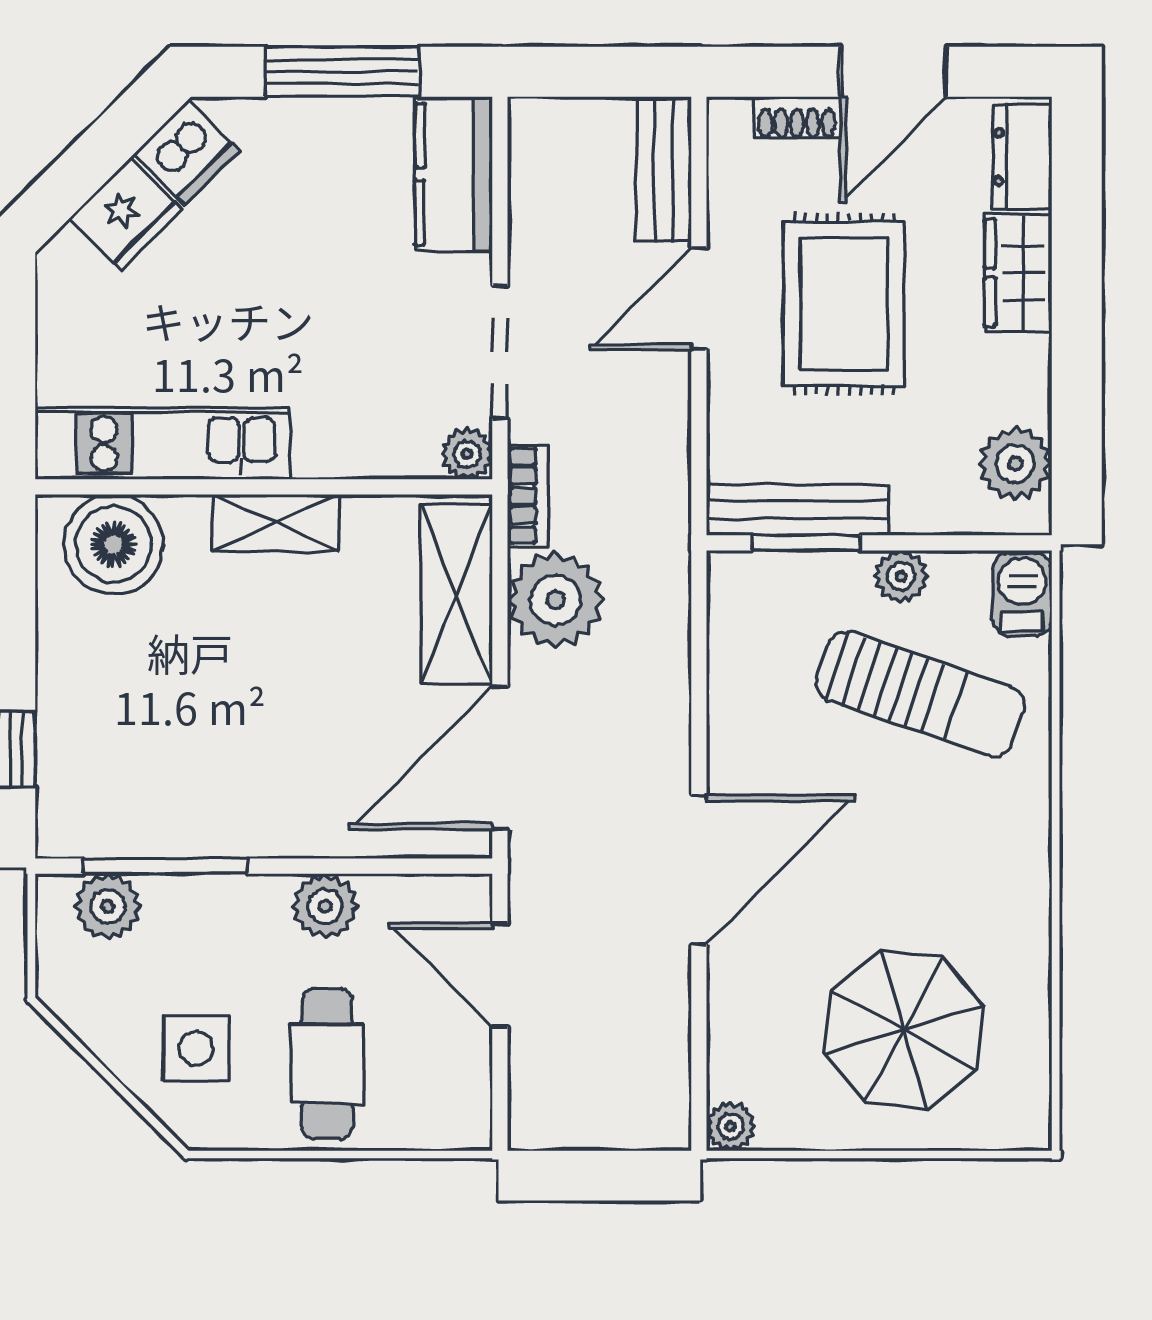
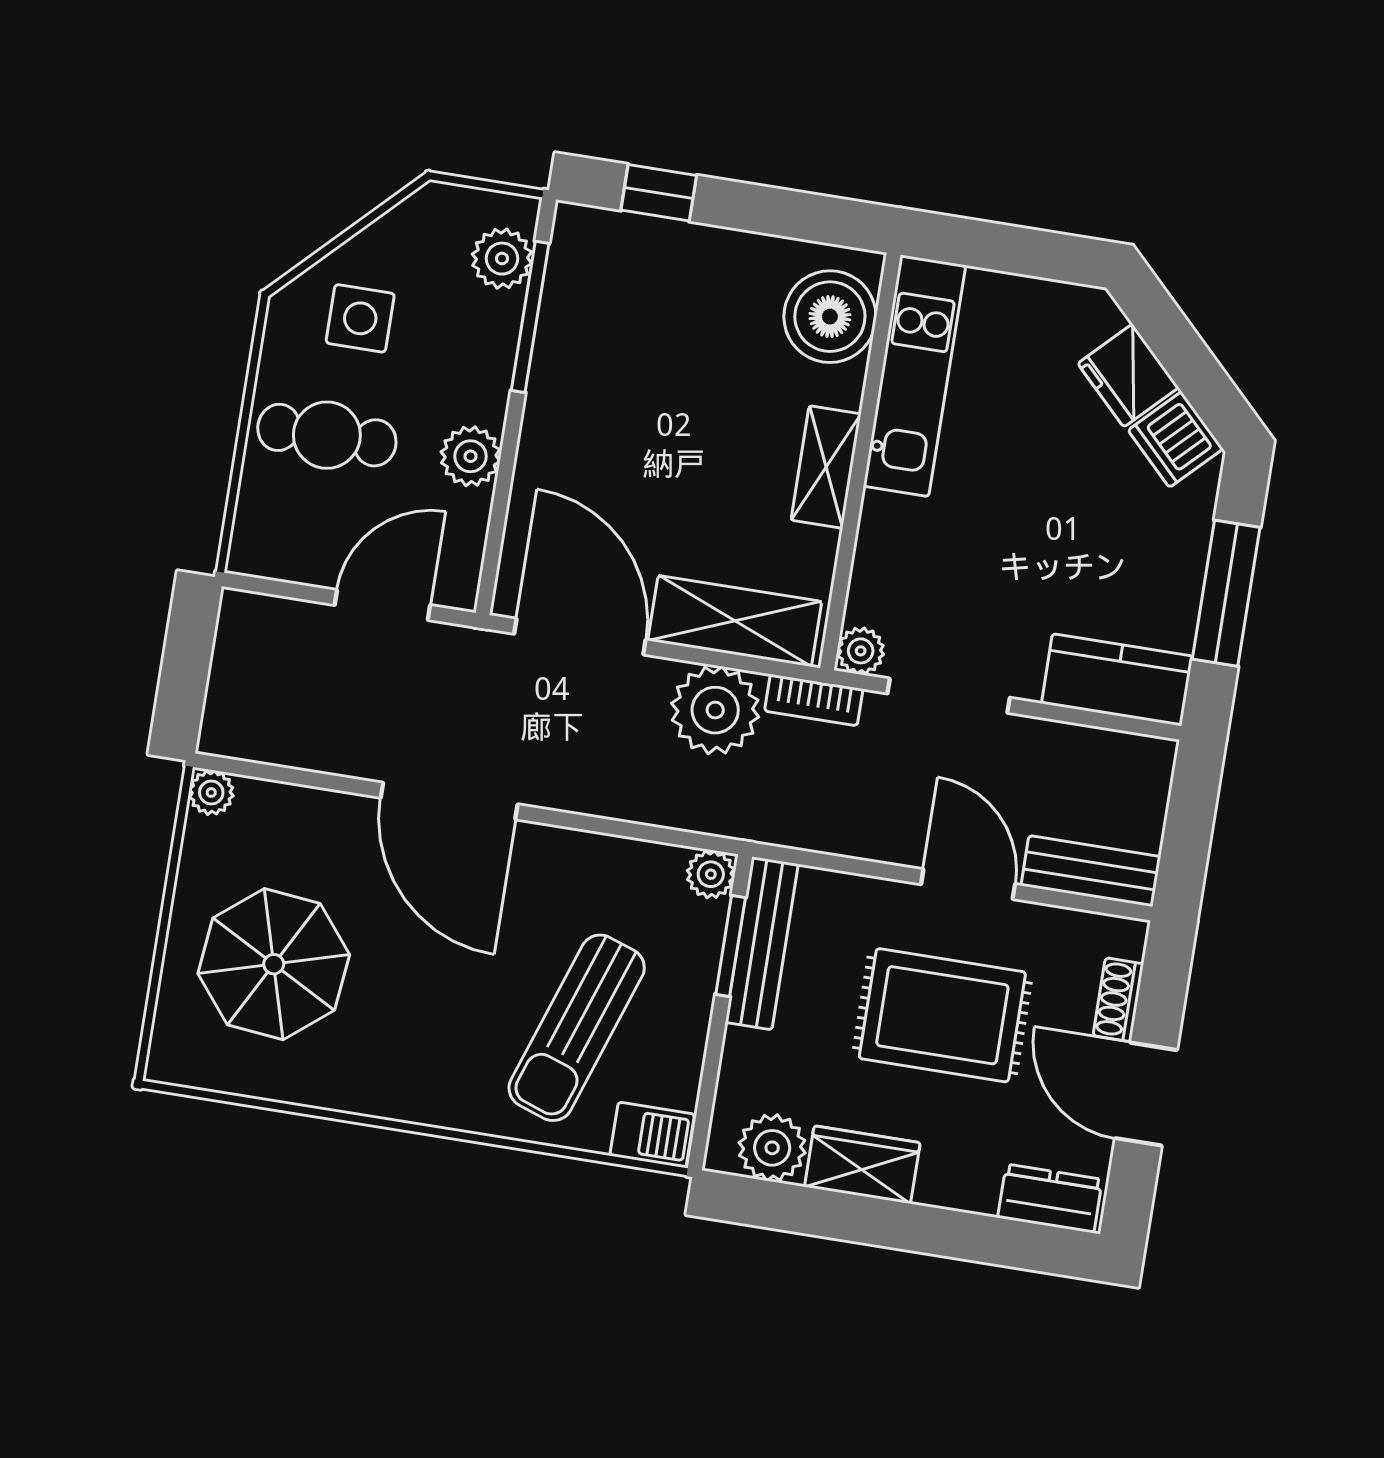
wardrobe: (1018, 273) -> (862, 1165), moved
plant: (901, 576) -> (711, 874), moved

